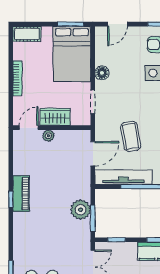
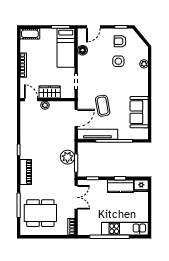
bed: (72, 54) -> (66, 48), width x0.67
floor lamp: (102, 73) -> (83, 50), moved
door: (29, 128) -> (31, 100), hinge flipped
piano: (21, 194) -> (26, 172), moved

